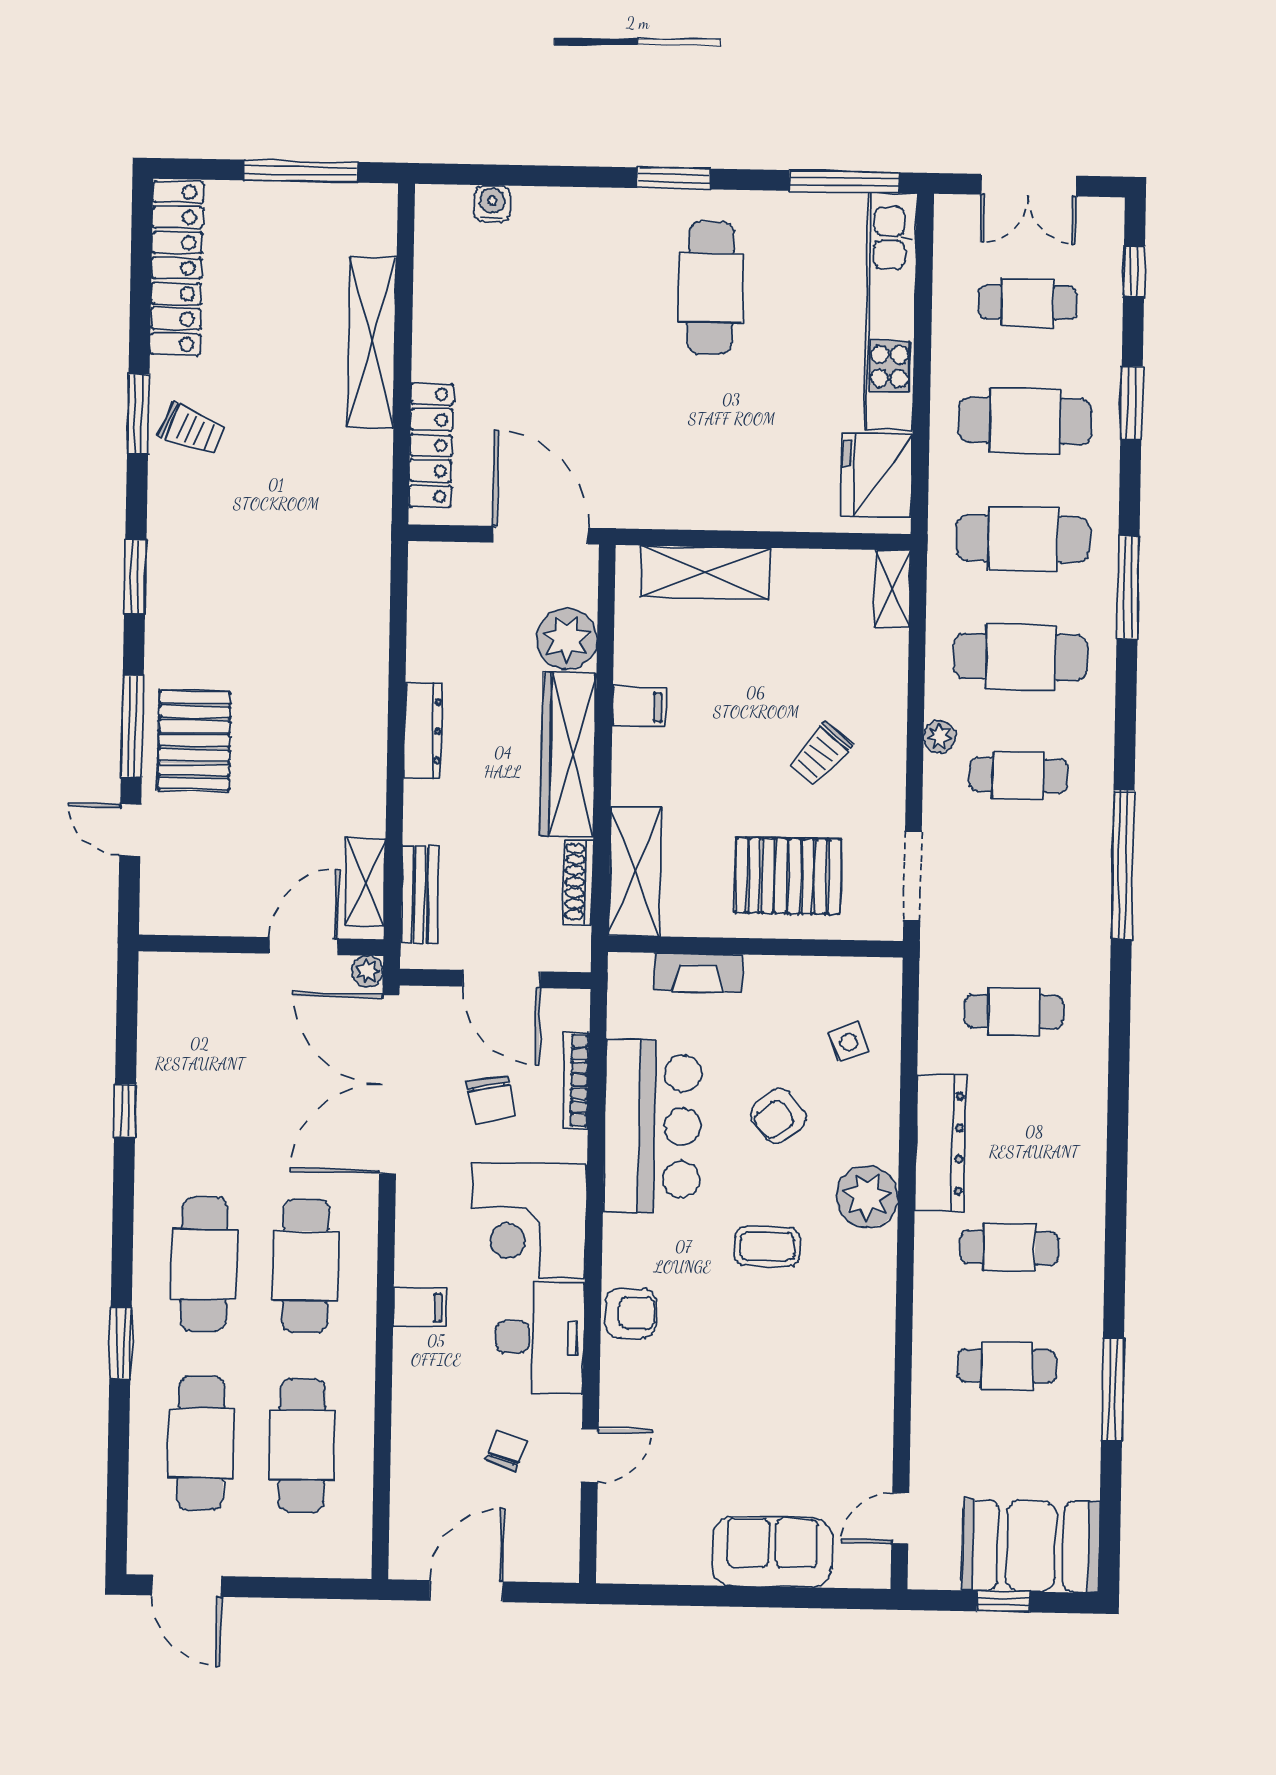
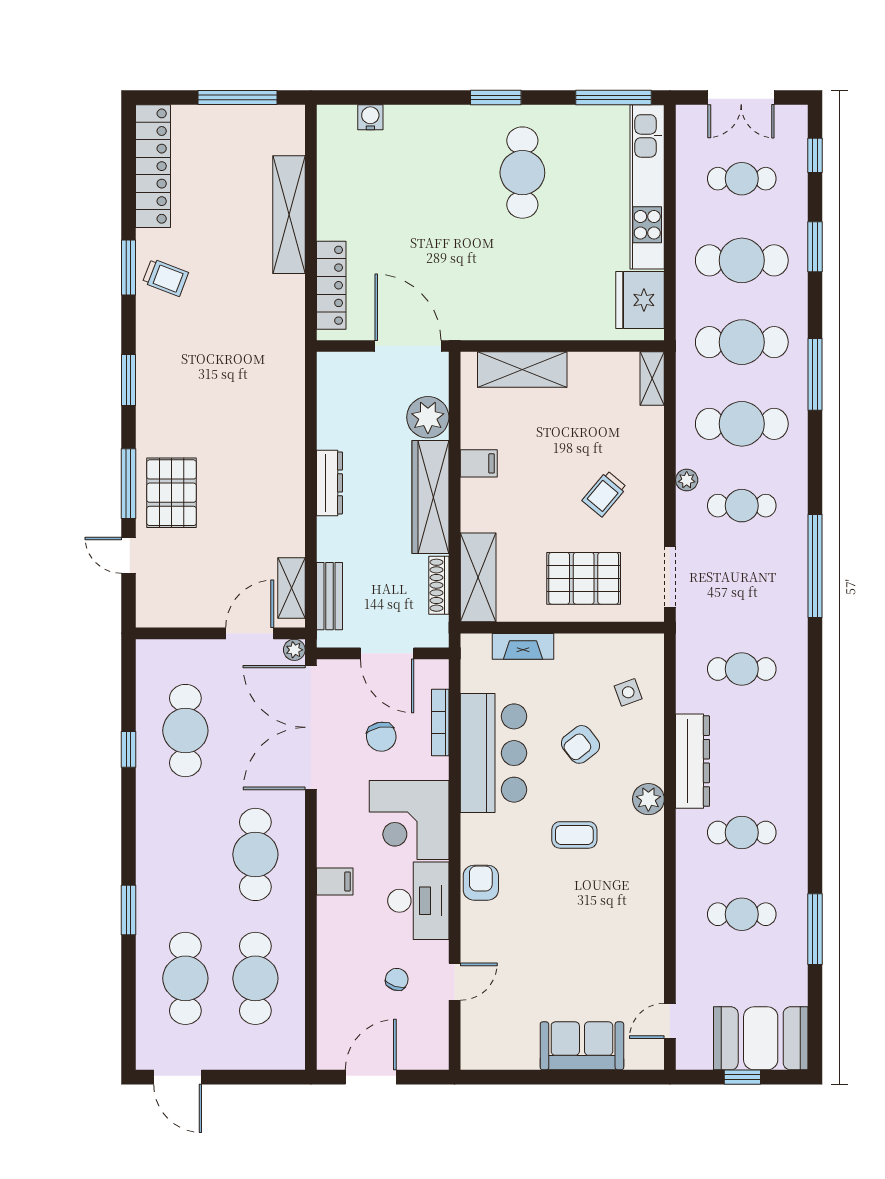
plant: (867, 1197) -> (648, 799), width x0.73, depth x0.73
cafe table: (204, 1264) -> (185, 731), moved
armchair: (631, 1313) -> (481, 883), turned -90

